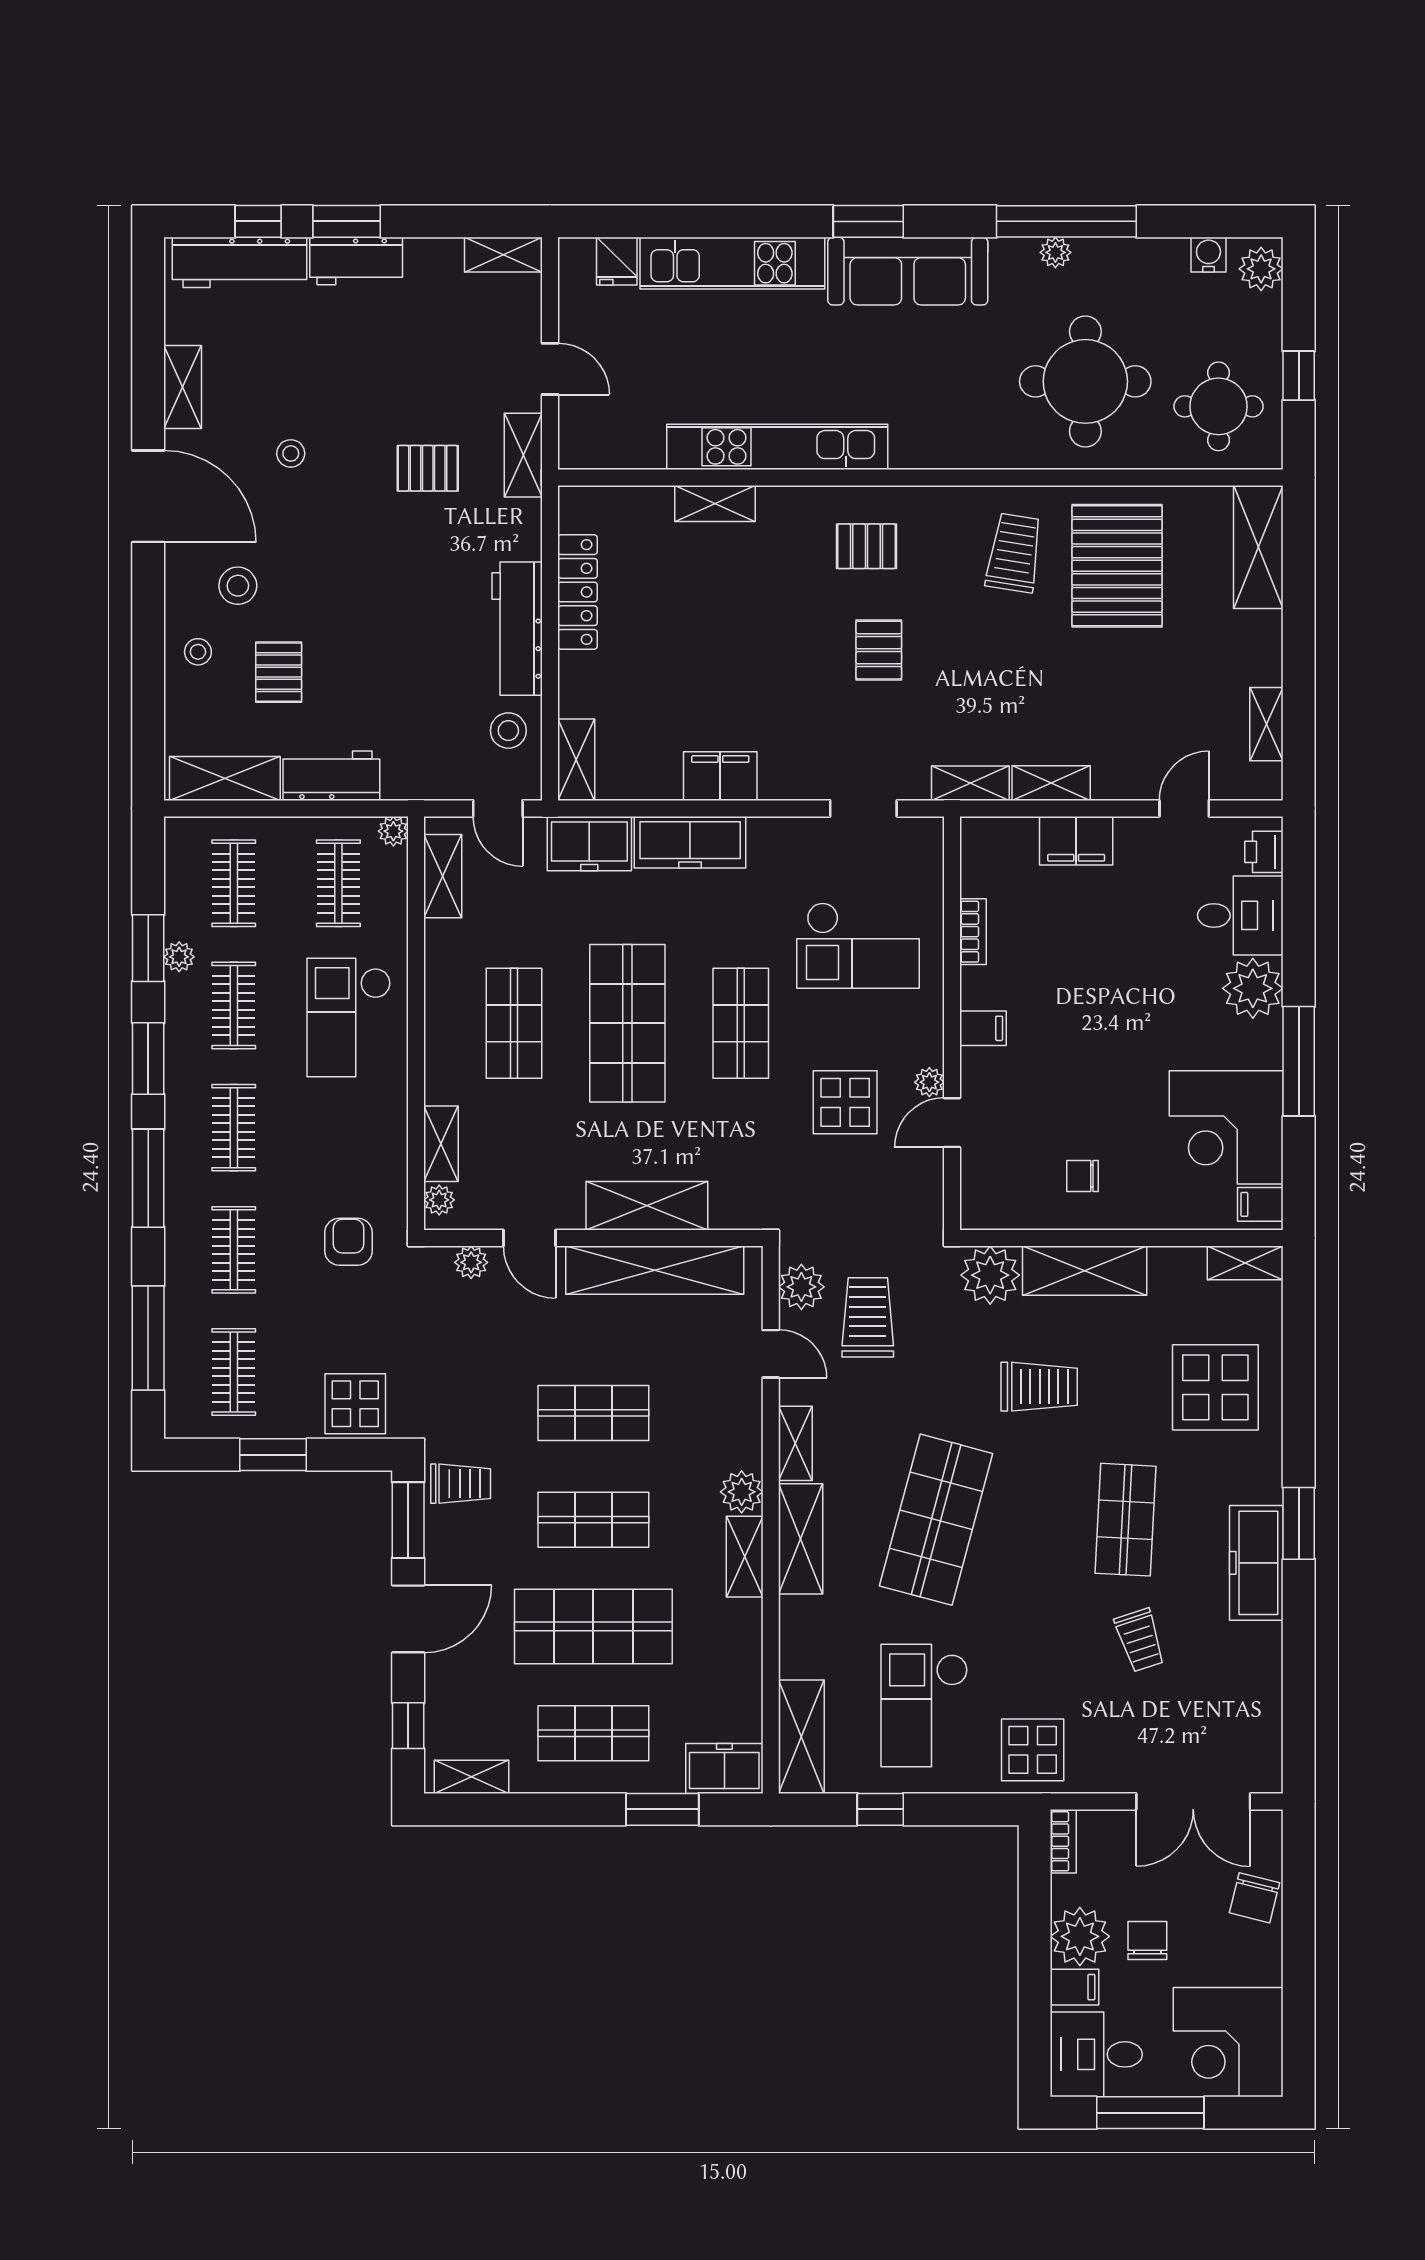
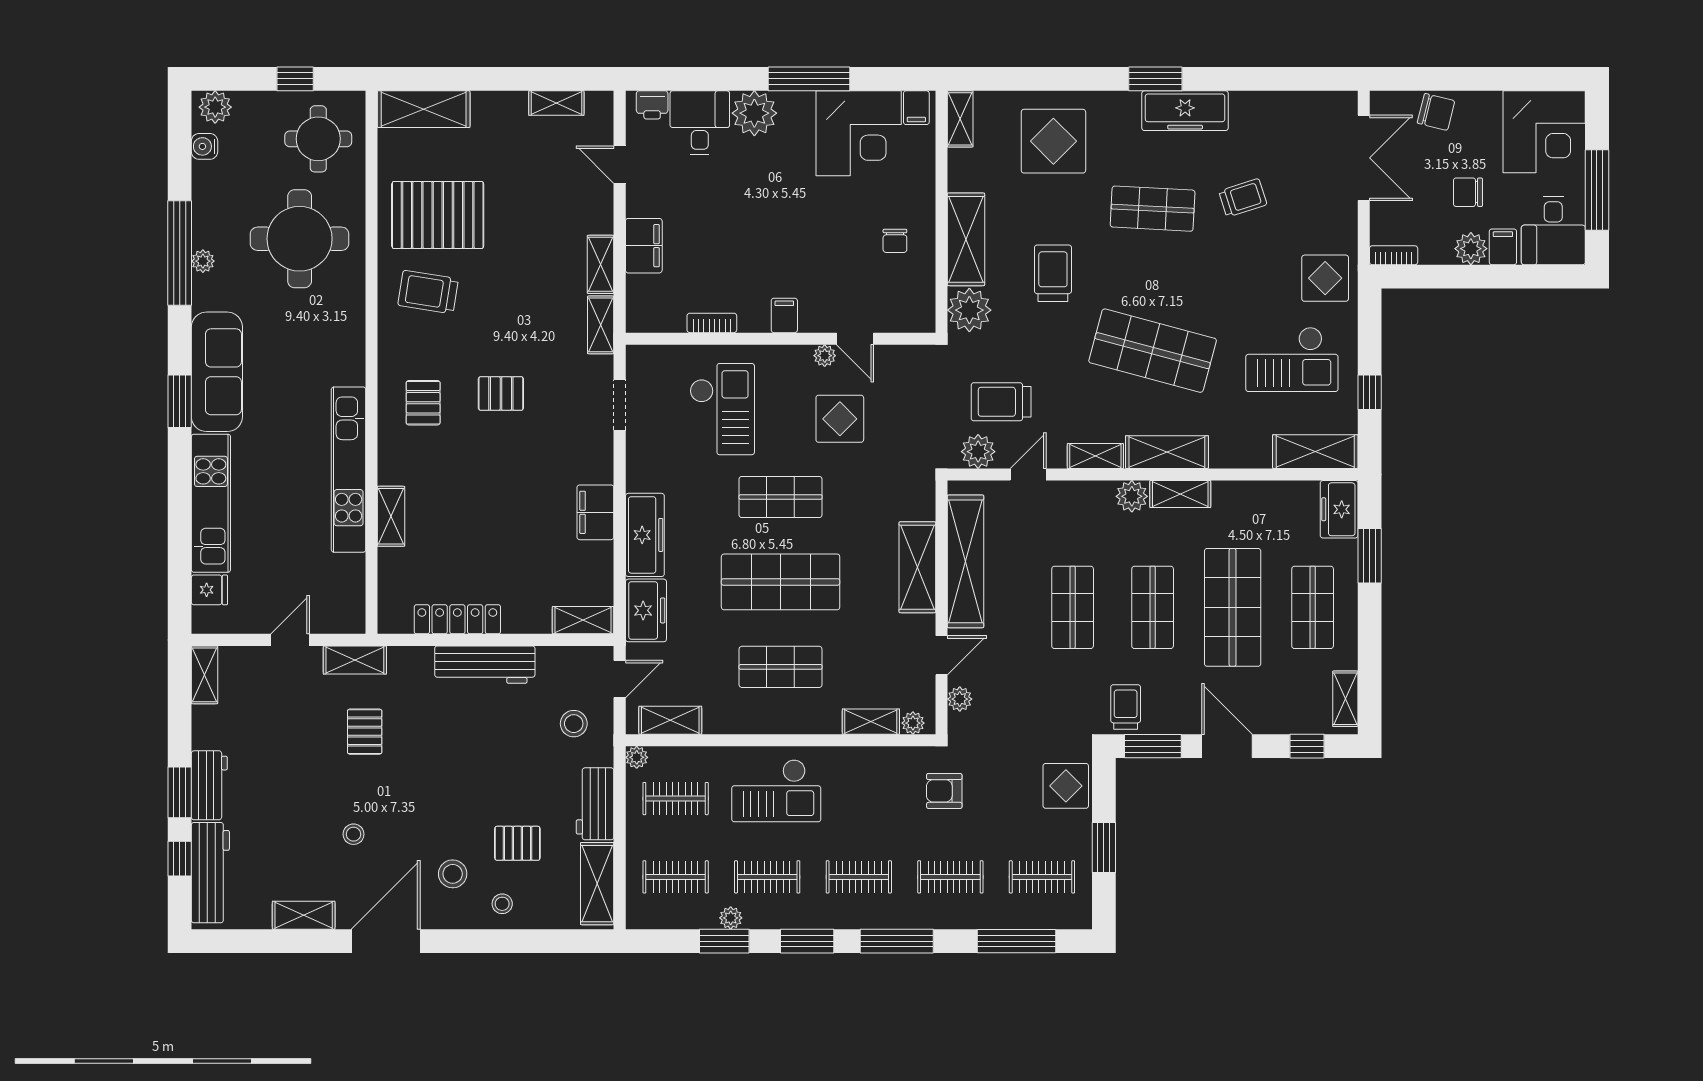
stool: (508, 731) -> (574, 724), moved
plant: (1080, 1936) -> (1471, 249), width x0.73, depth x0.73

